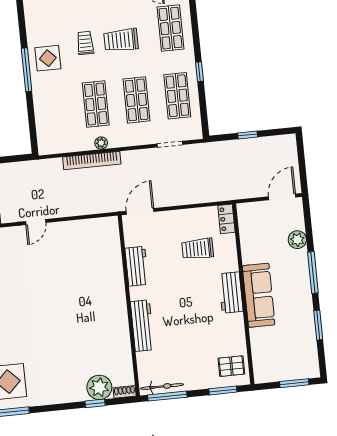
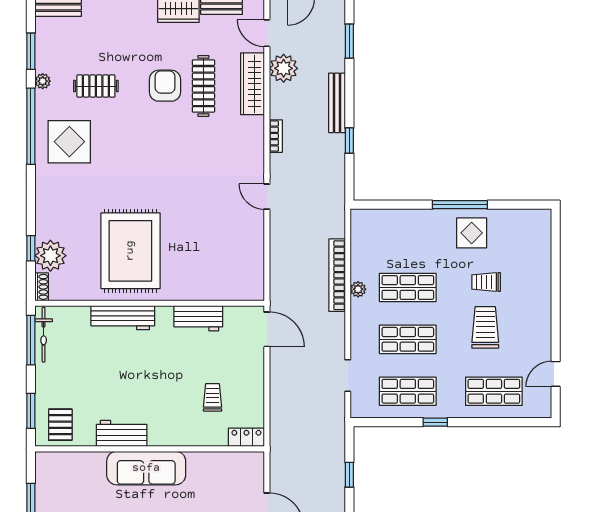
trolley: (85, 43) -> (486, 282), turned 180
trolley: (198, 249) -> (212, 397), width x0.73, depth x0.72
workbench: (231, 293) -> (122, 433), moved
rug: (89, 325) -> (130, 251), added

